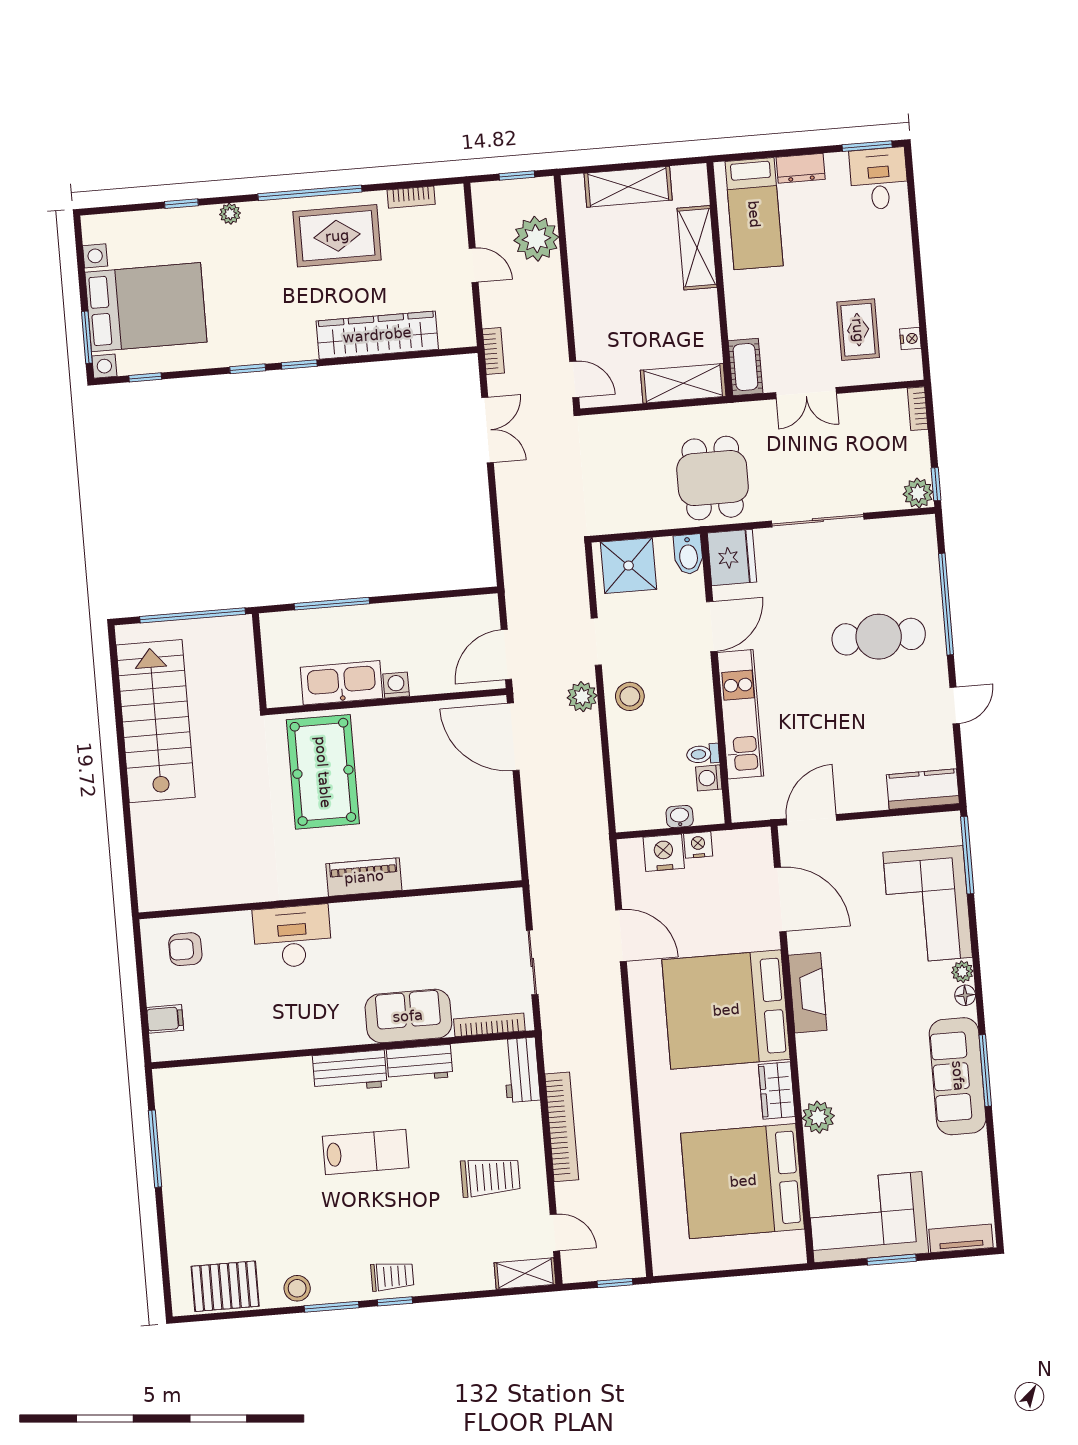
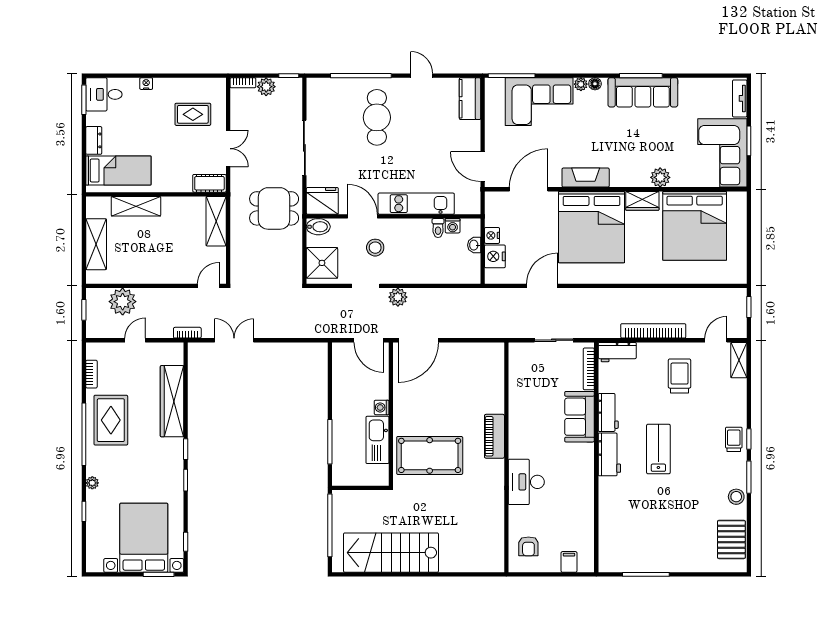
nightstand: (910, 339) -> (146, 84), moved
plant: (918, 493) -> (266, 87), moved
stool: (630, 696) -> (375, 248), moved

